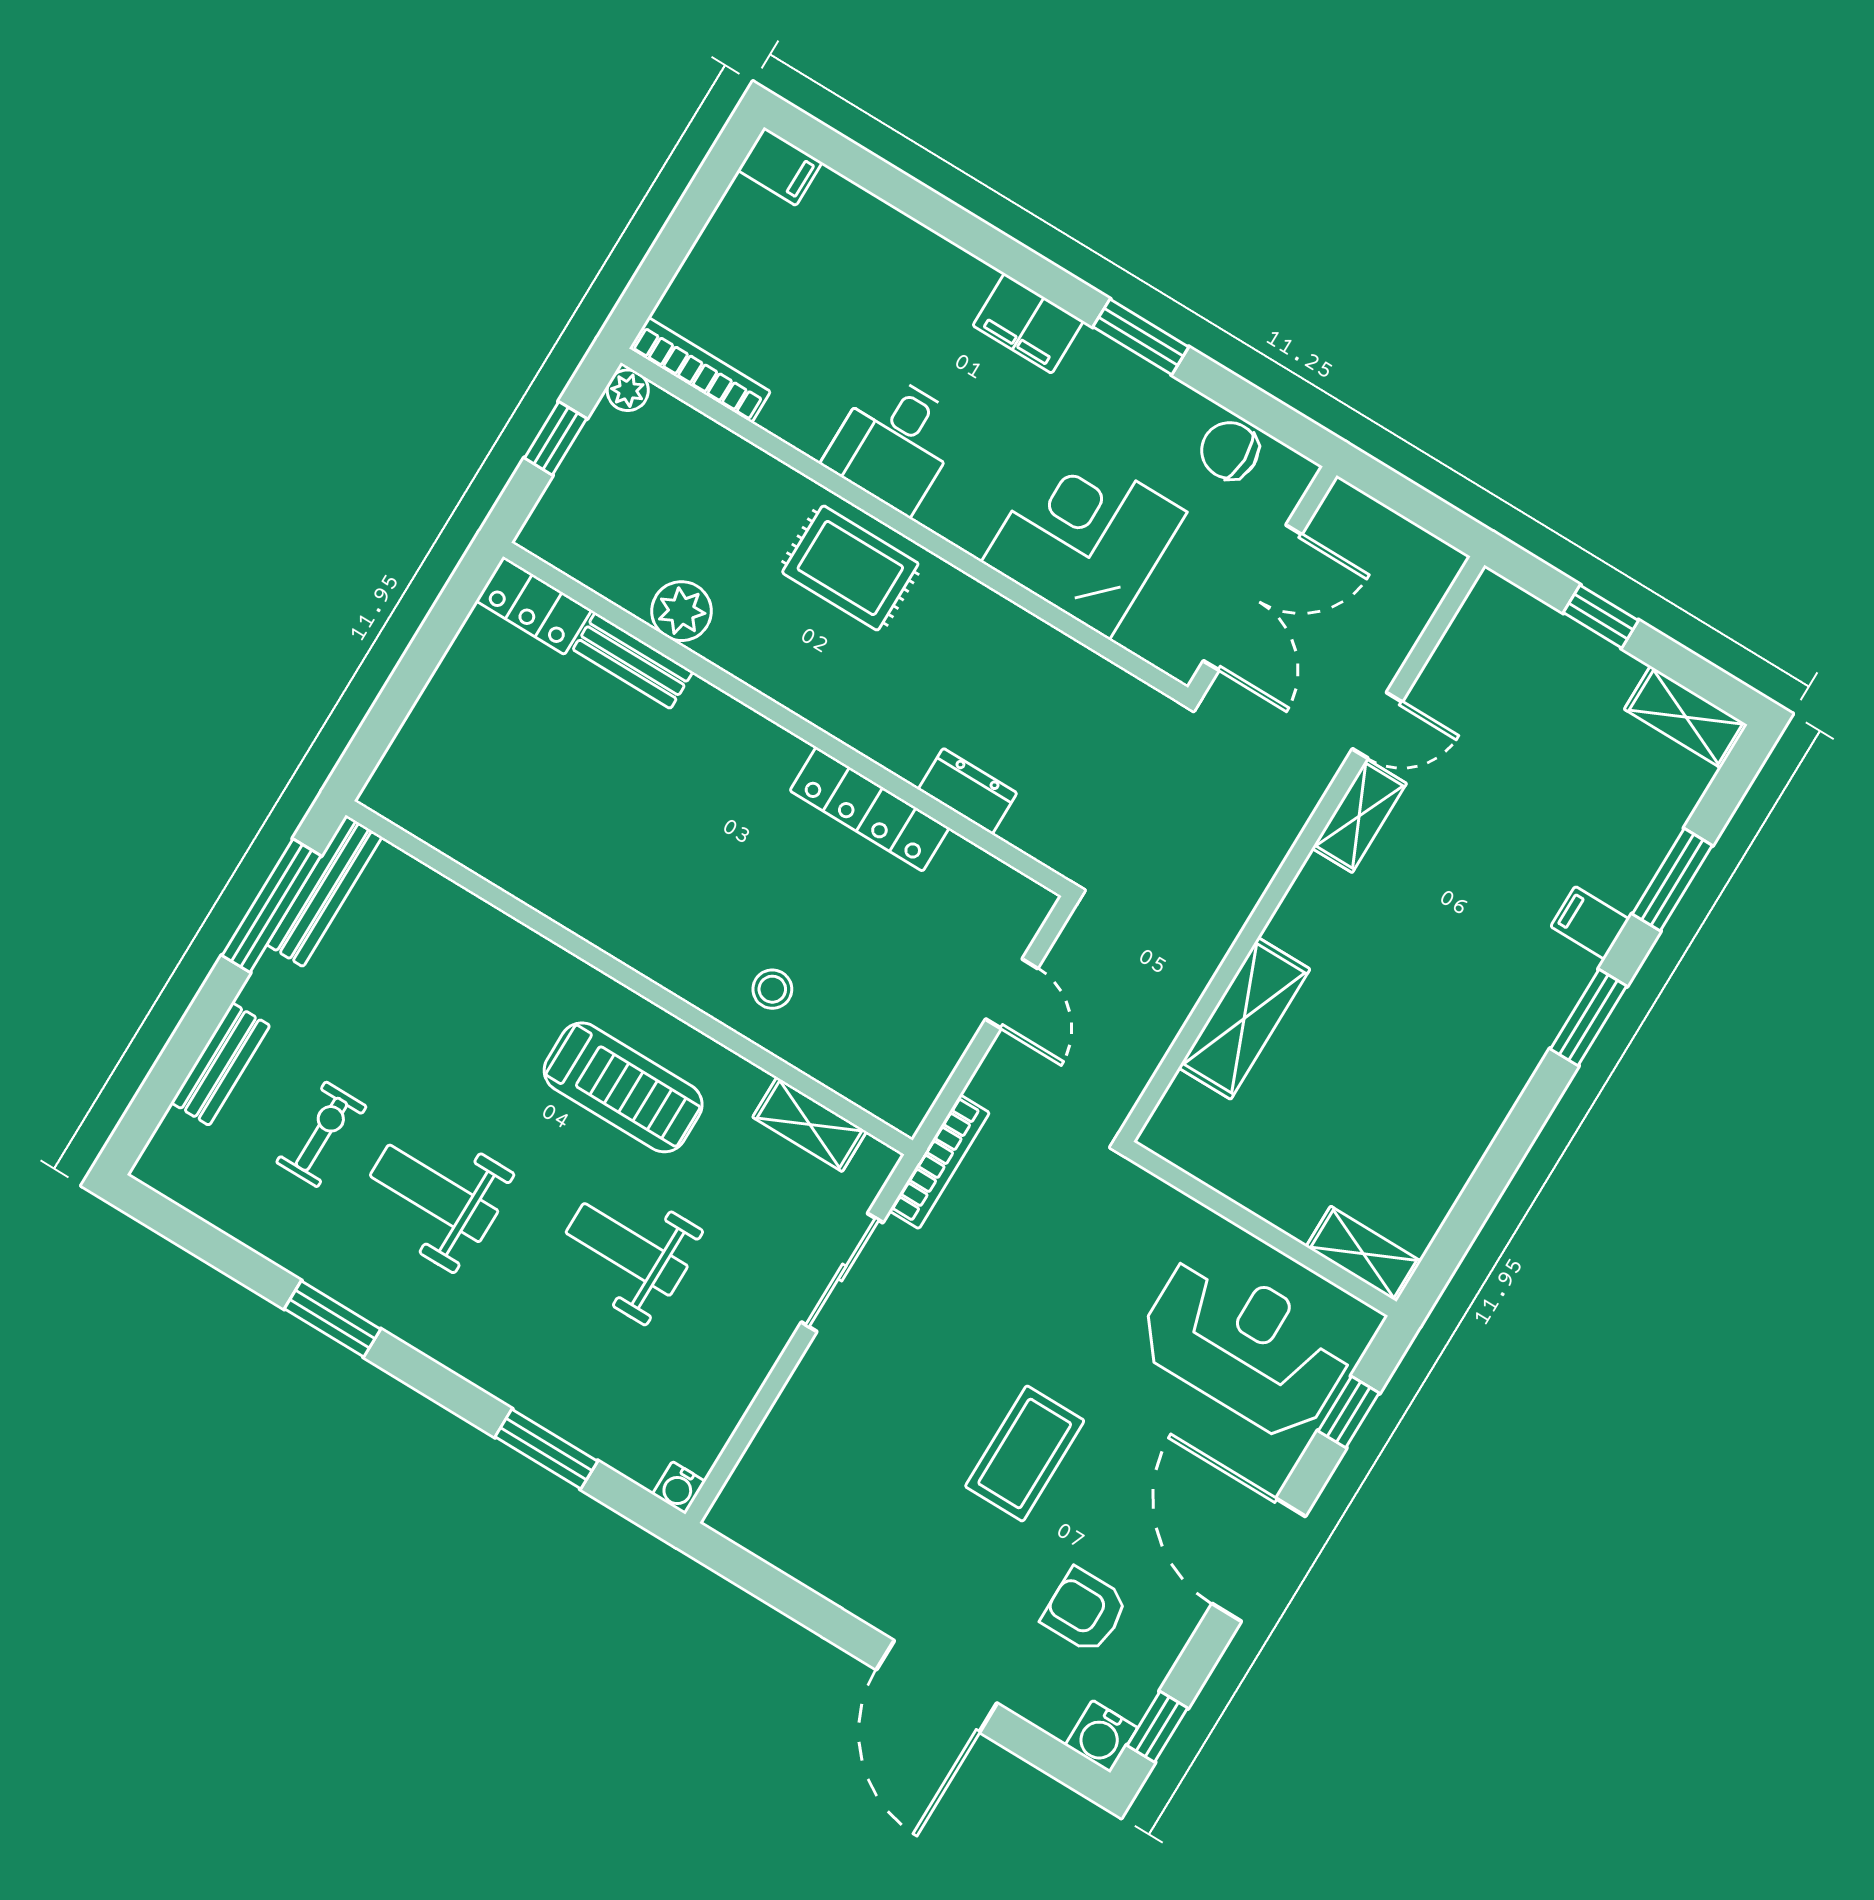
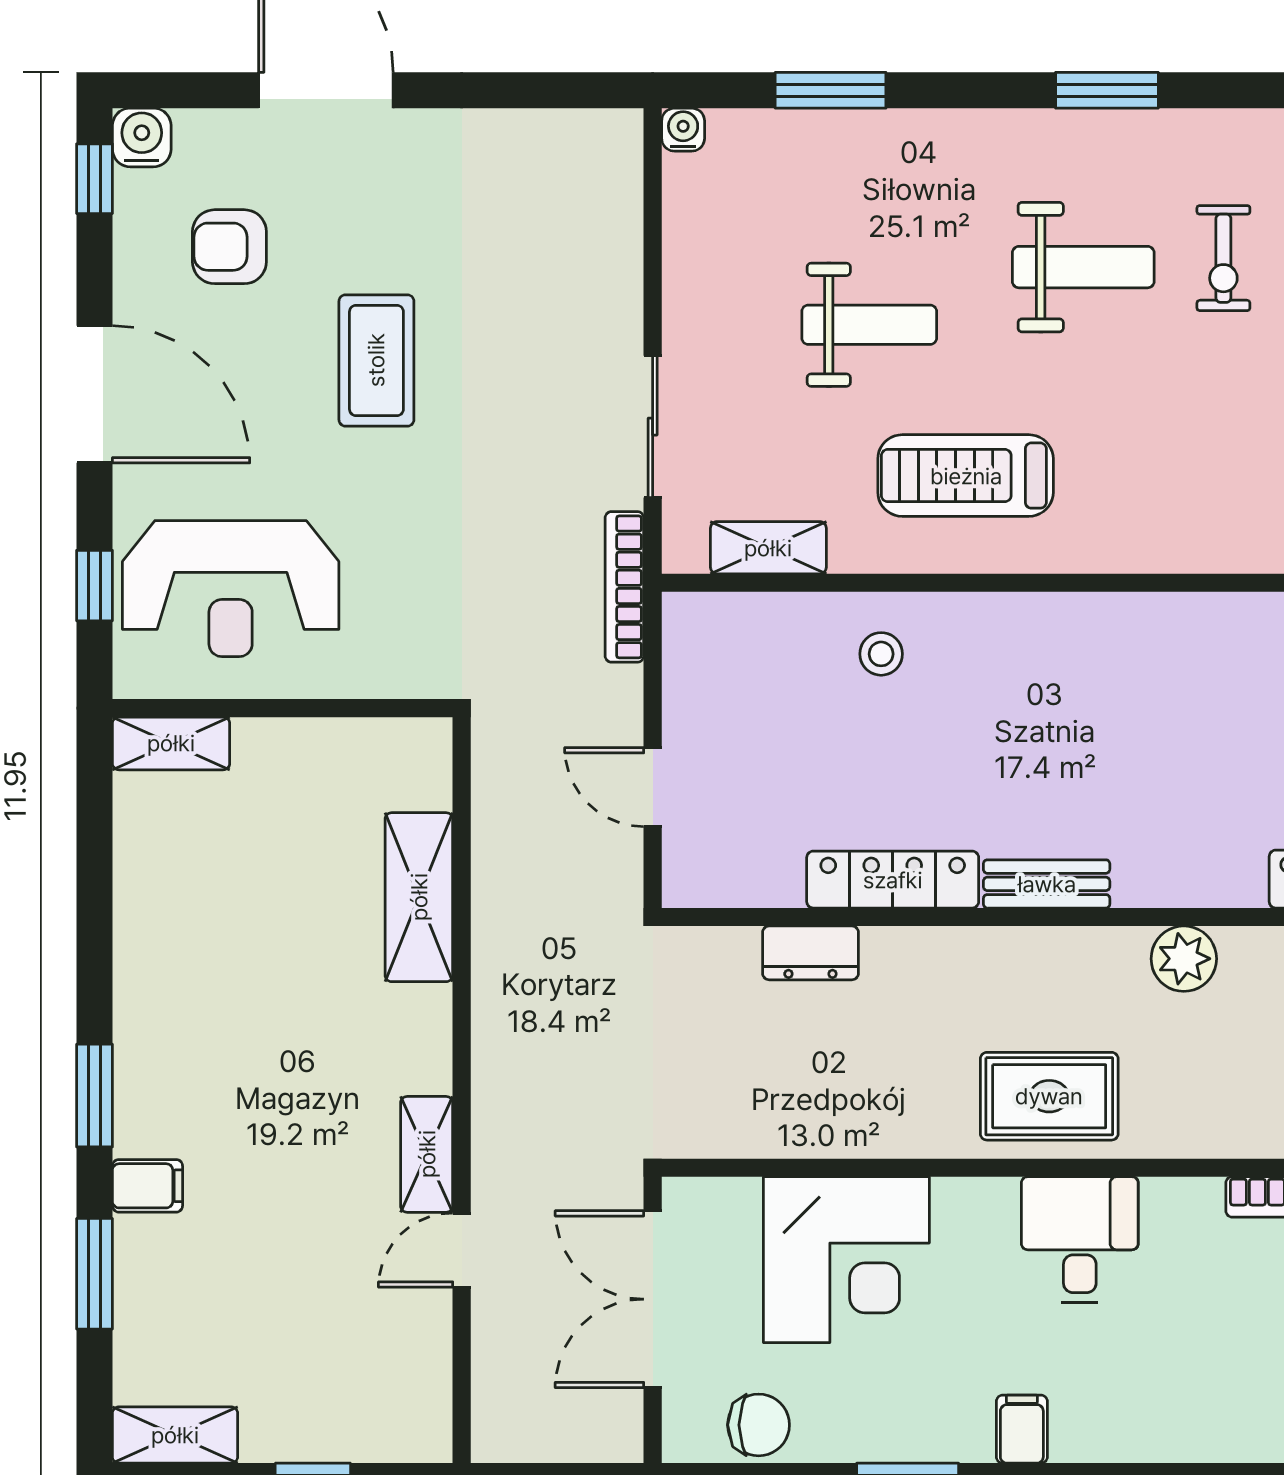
filing cabinet: (1028, 323) -> (1022, 1429), width x0.50
bench: (633, 661) -> (1047, 884), moved
armchair: (1085, 1611) -> (229, 247), turned 180

